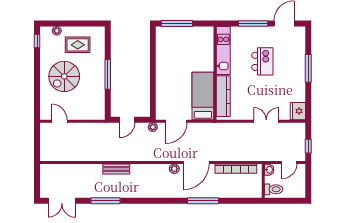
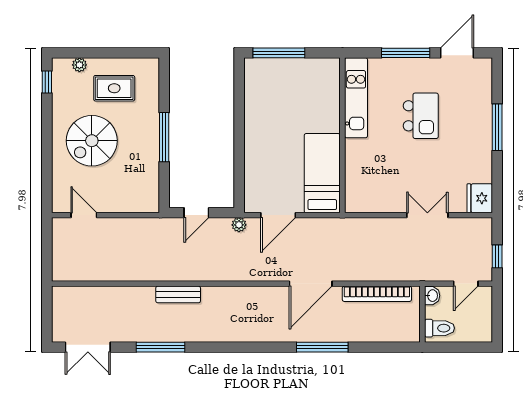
kitchen counter: (223, 96) -> (356, 174), removed
plant: (174, 169) -> (275, 294), removed

